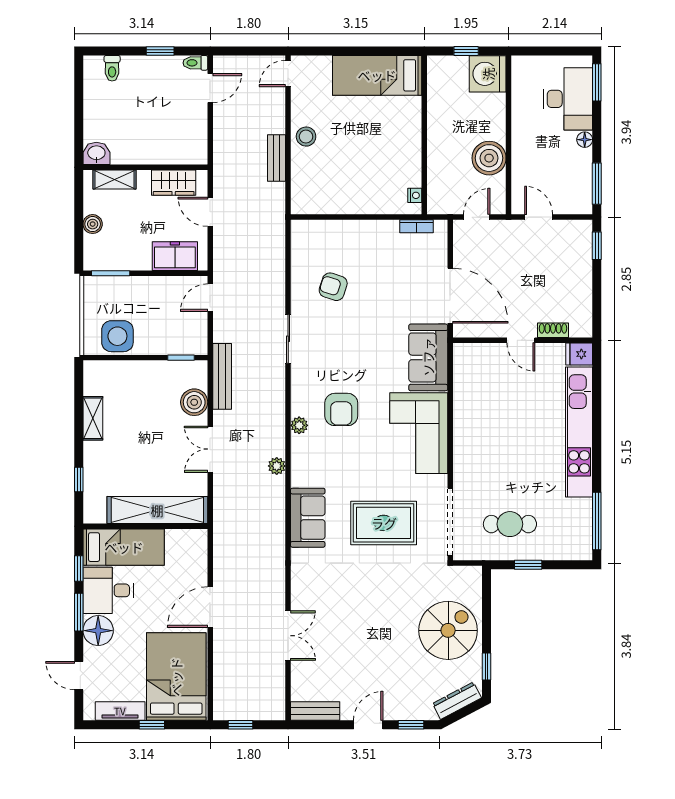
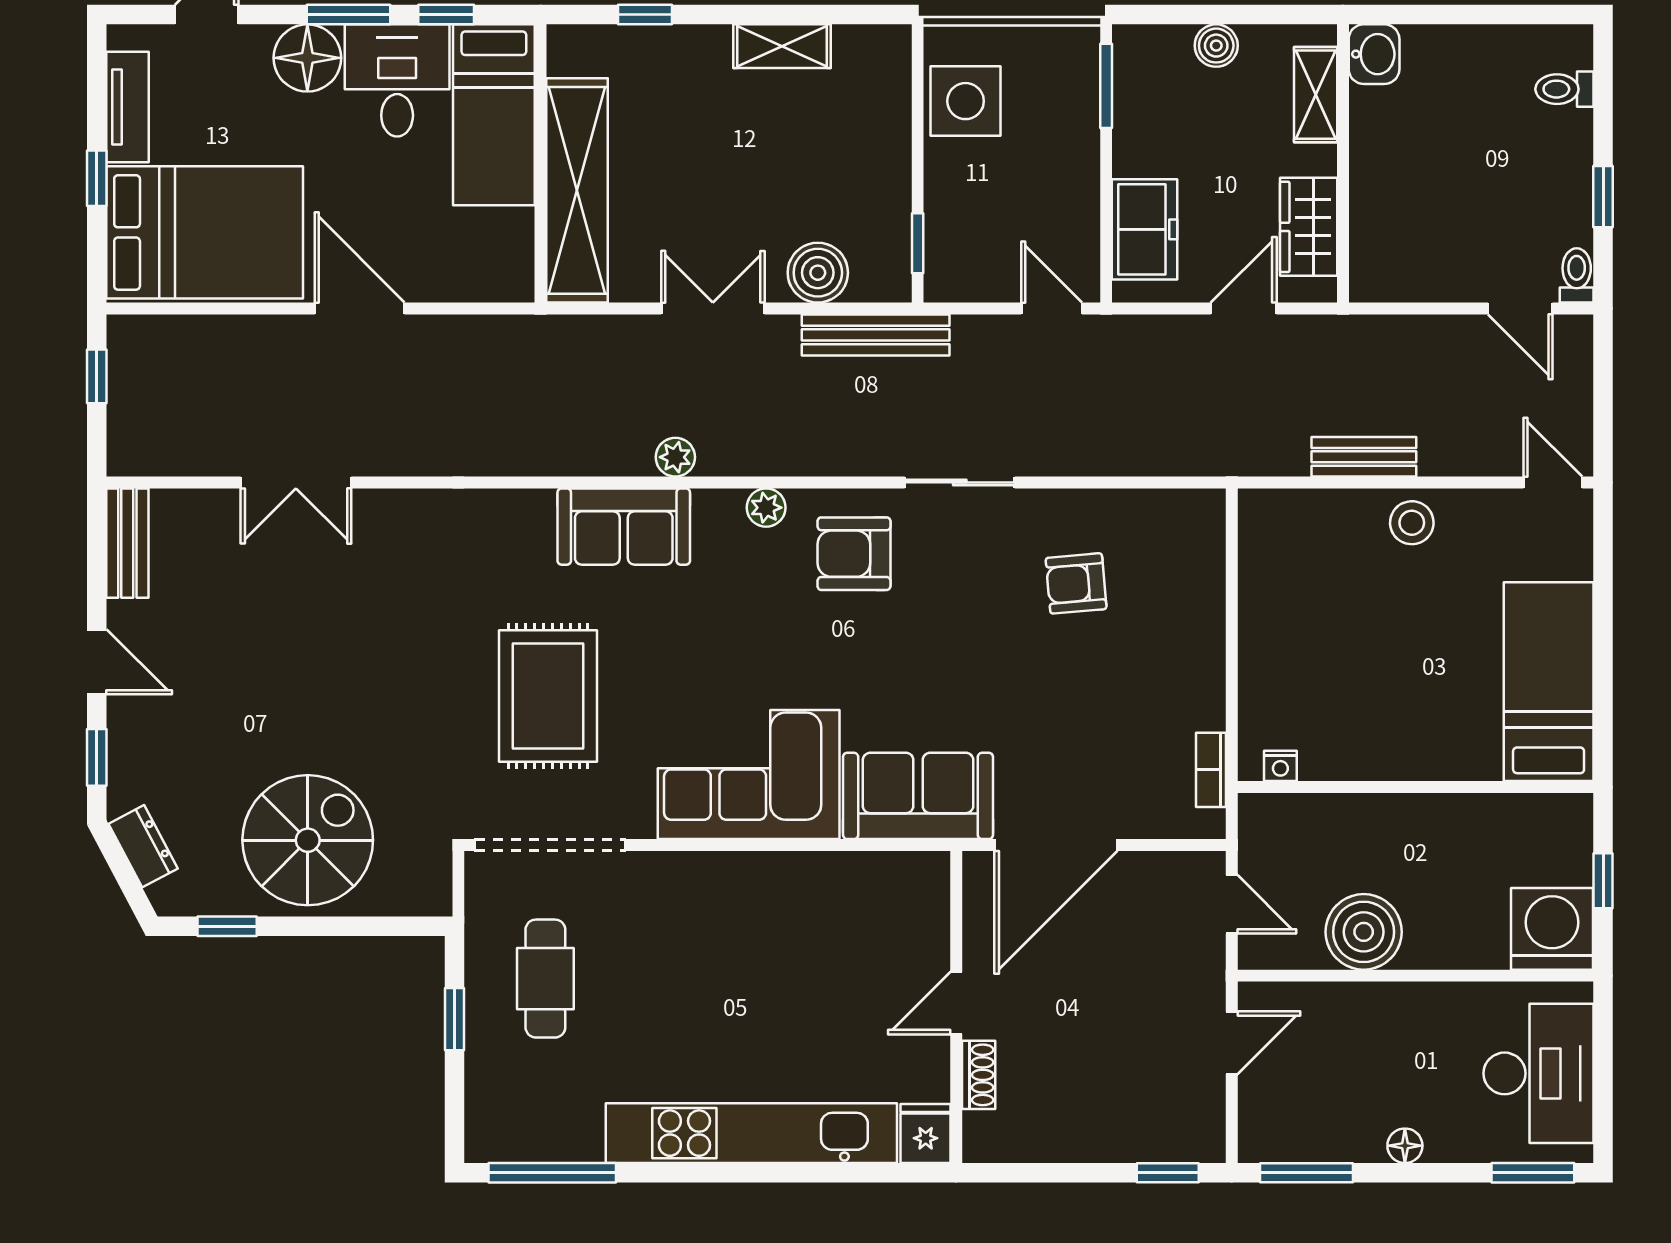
desk: (568, 99) -> (1539, 1073), moved, turned -90
armchair: (333, 287) -> (1076, 583), turned -113
armchair: (341, 409) -> (854, 554), moved
sofa: (308, 518) -> (624, 527), moved
spiral stairs: (448, 630) -> (308, 840), turned -90
dresser: (457, 701) -> (143, 846), width x0.70

